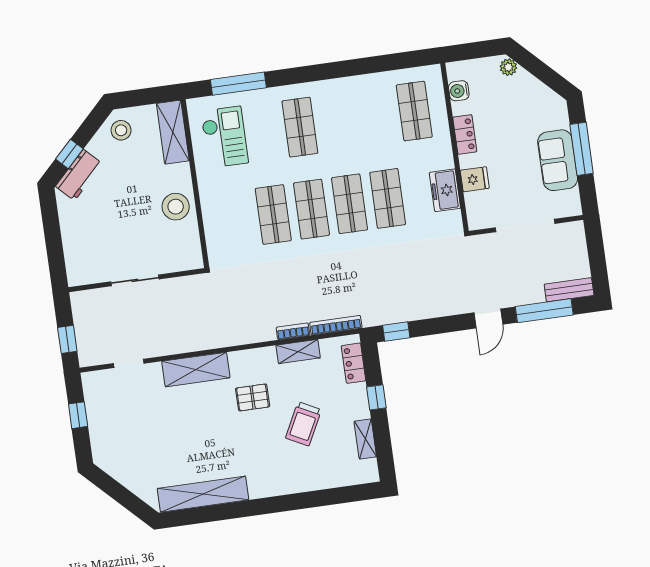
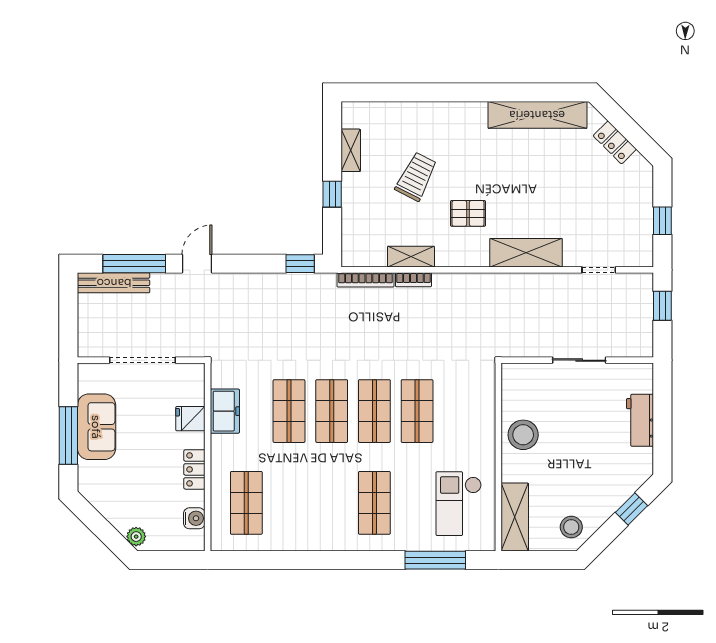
workbench: (79, 175) -> (640, 420), moved, turned -45
bench: (569, 290) -> (114, 283), width x1.36
locker: (354, 363) -> (615, 142), moved, turned 135

